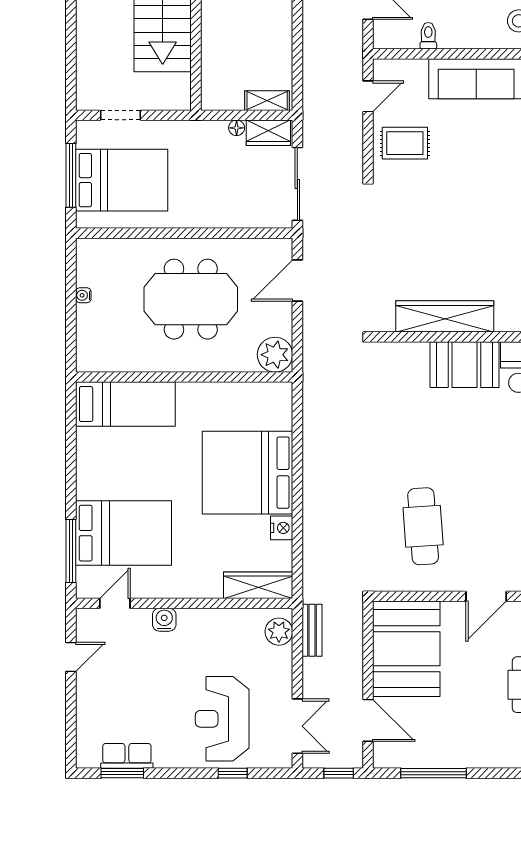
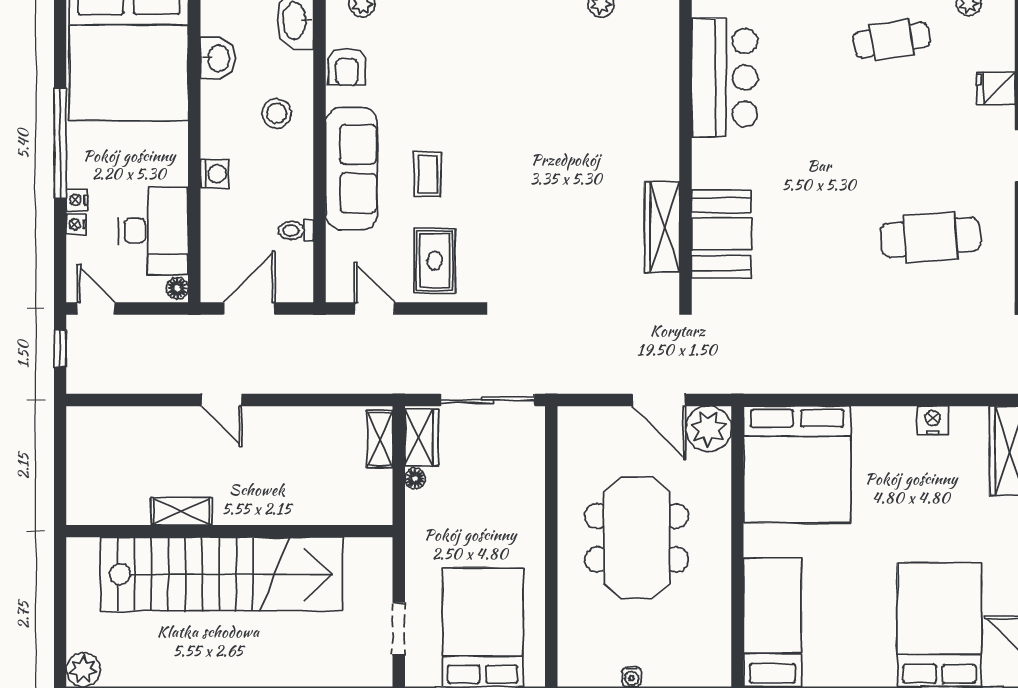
coffee table: (472, 138) -> (428, 174), added
door: (297, 280) -> (659, 400), moved
wardrobe: (445, 316) -> (662, 227), width x0.71, depth x0.85
booth: (465, 365) -> (721, 234), moved
bed: (248, 473) -> (797, 464), moved

